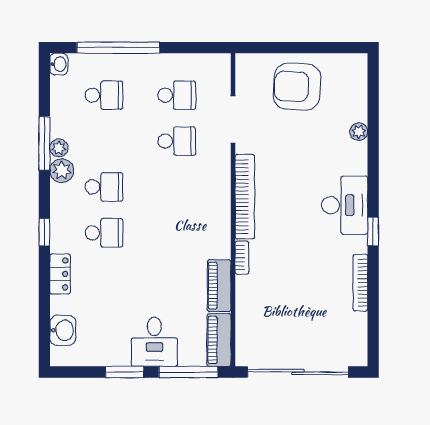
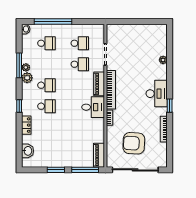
armchair: (297, 87) -> (134, 143), moved
piano: (219, 286) -> (99, 84), moved
desk: (154, 342) -> (93, 107), moved, turned -90

